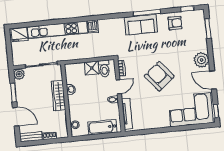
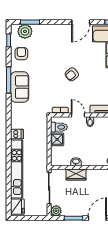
plant: (202, 60) -> (25, 31), moved
armchair: (159, 76) -> (72, 74), width x0.53, depth x0.53
wardrobe: (58, 96) -> (76, 175), width x0.67

